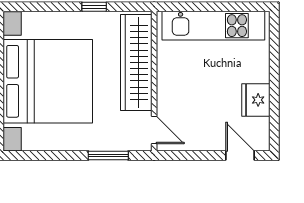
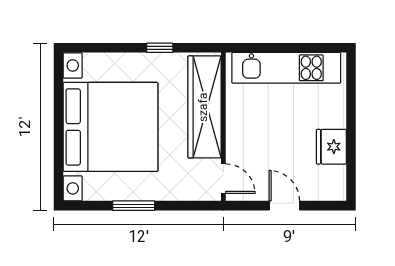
window: (108, 155) -> (134, 206), moved
door: (240, 155) -> (284, 206), moved

